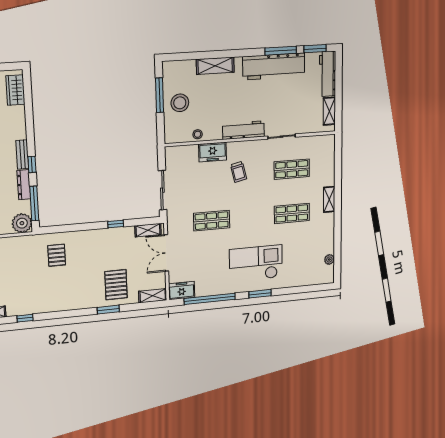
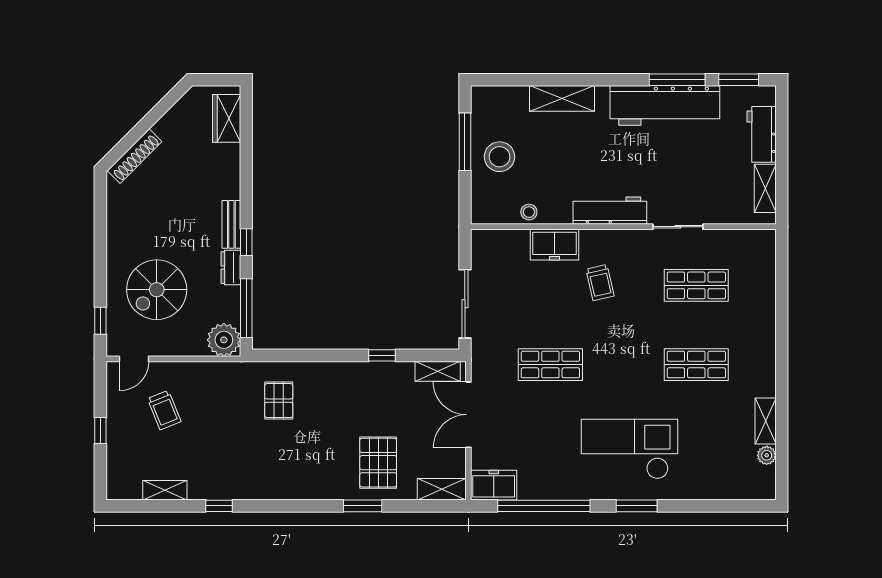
workbench: (328, 74) -> (762, 134), width x0.73
dresser: (24, 185) -> (231, 268), width x0.70
shelving: (329, 199) -> (766, 421), moved

